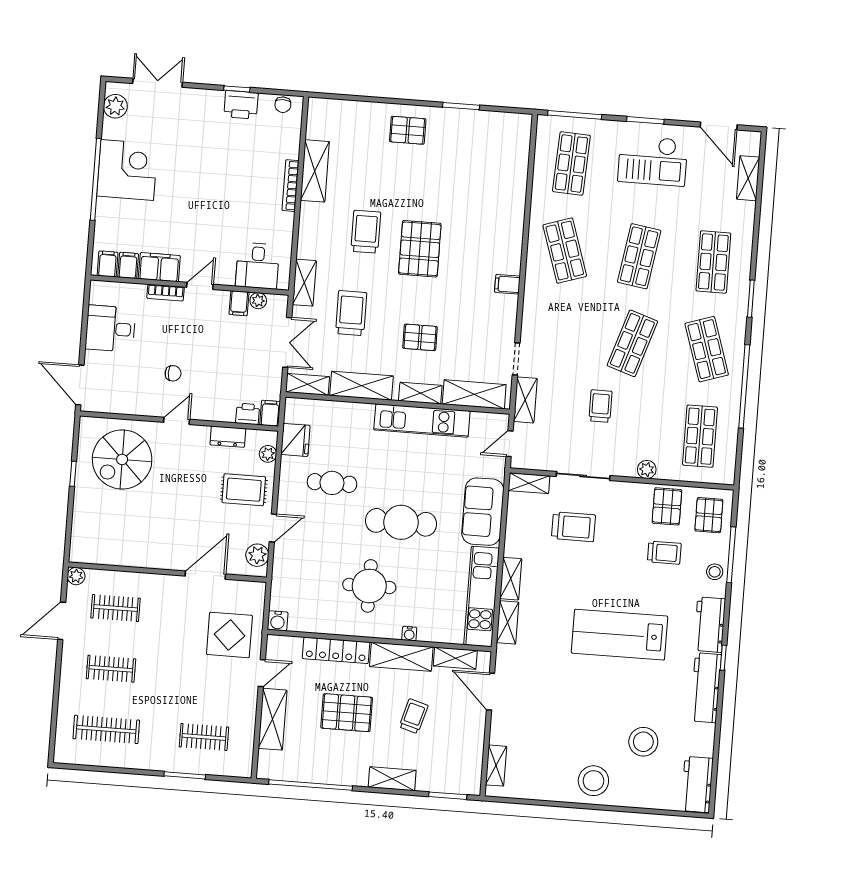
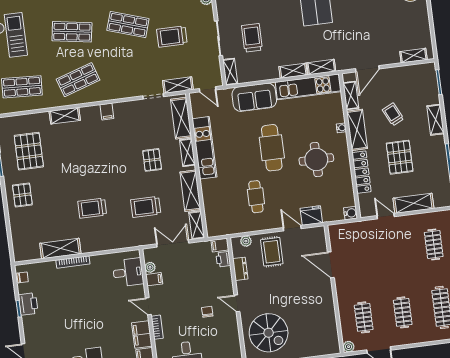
pallet: (420, 249) -> (29, 151), moved, turned 90
shelving: (304, 283) -> (65, 116), moved
trolley: (600, 406) -> (172, 37), width x1.36, depth x1.39
fridge: (295, 440) -> (311, 216), moved
plant: (257, 555) -> (312, 235), removed
display table: (229, 635) -> (366, 242), removed
trolley: (414, 716) -> (393, 114), turned 48

